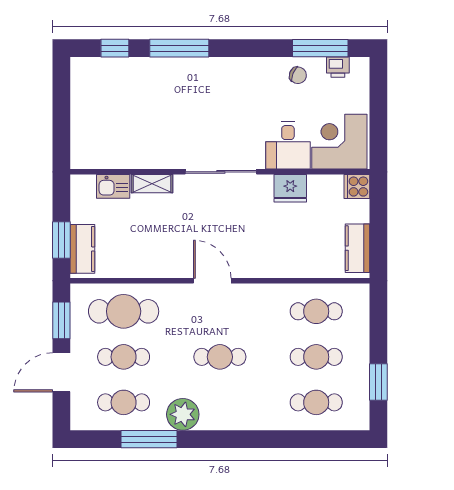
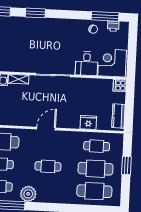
window: (179, 48) -> (35, 13), width x0.69
fridge: (290, 188) -> (88, 122), moved, turned 180
door: (212, 281) -> (46, 129), hinge flipped
cafe table: (316, 357) -> (95, 169), width x1.37, depth x1.35
window: (378, 382) -> (126, 165), moved
cafe table: (316, 402) -> (94, 191), width x1.37, depth x1.35

